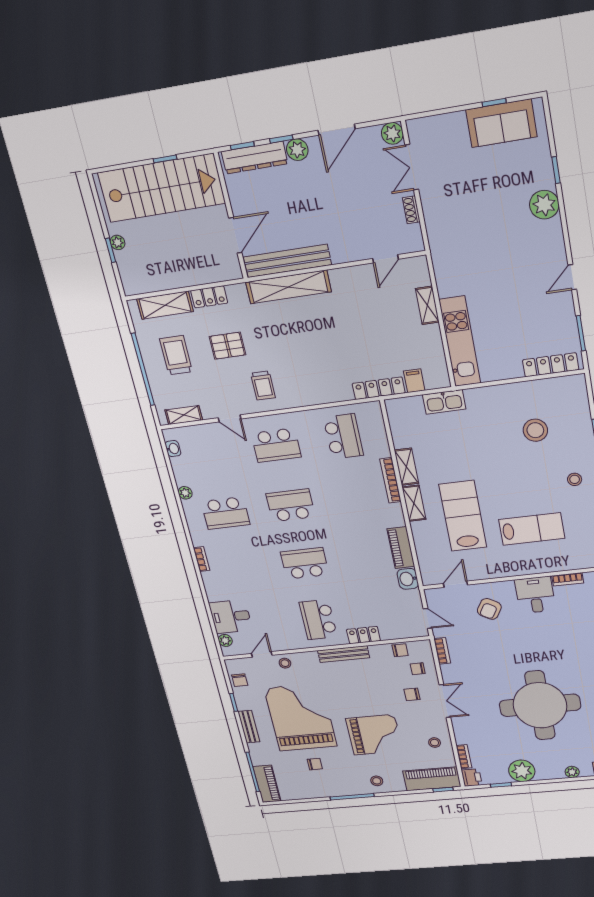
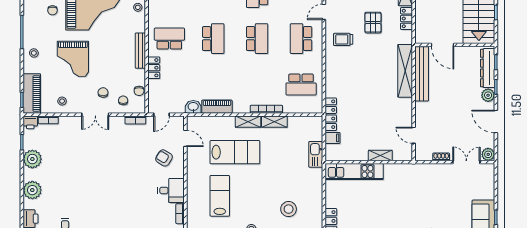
lab bench: (532, 529) -> (220, 196), turned 180
round table: (540, 705) -> (85, 180), removed
plant: (572, 772) -> (32, 190), width x1.88, depth x1.88

